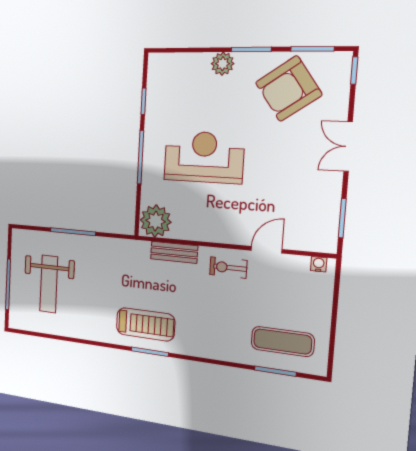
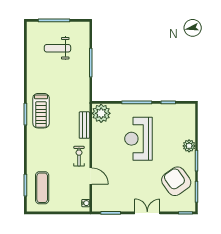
reception desk: (204, 157) -> (139, 139), turned 180
weight bench: (49, 284) -> (57, 48), width x0.73, depth x0.75

